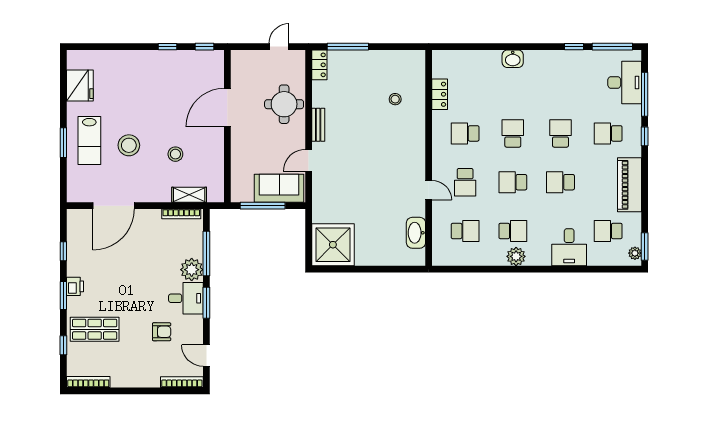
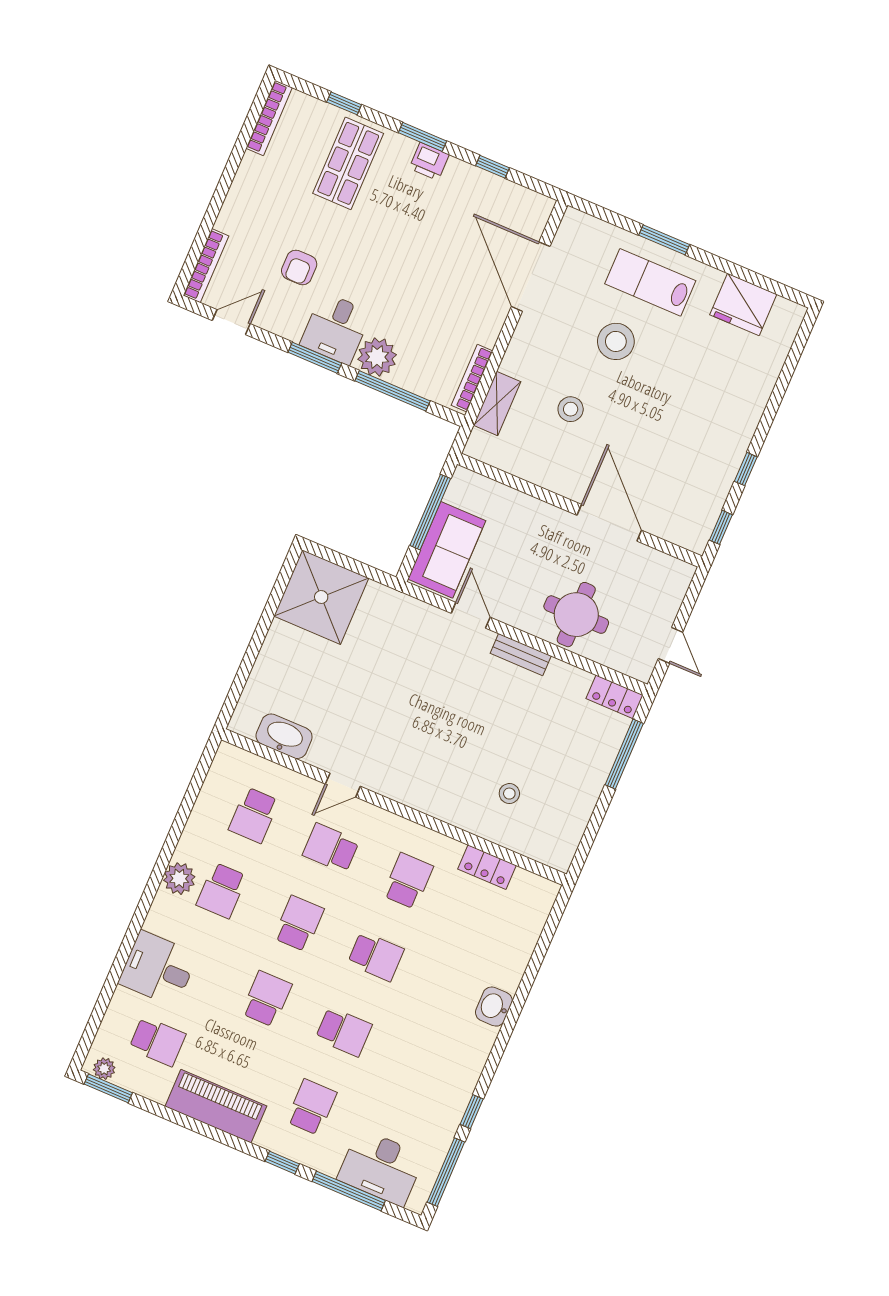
school desk: (608, 231) -> (157, 1041), turned 90

